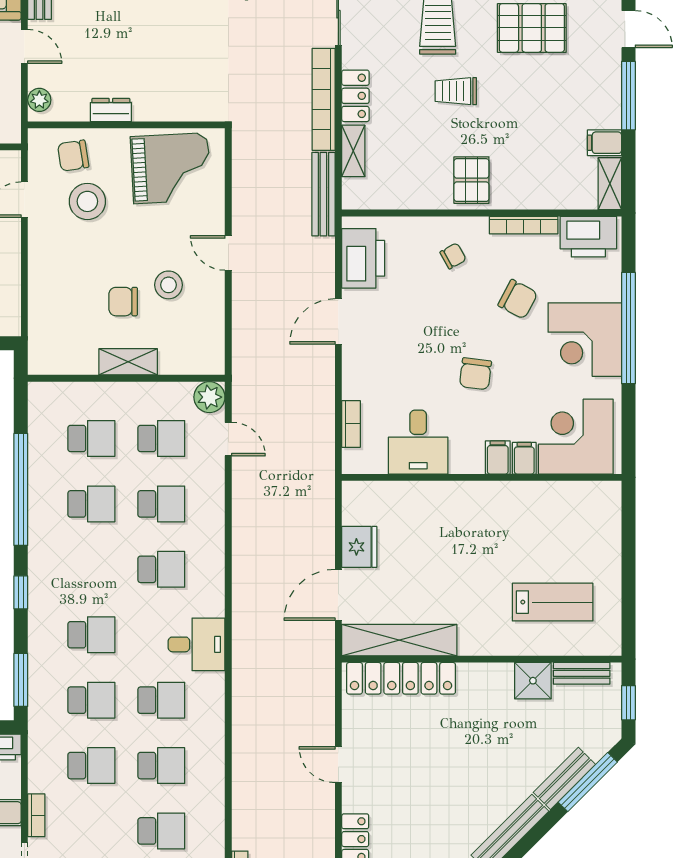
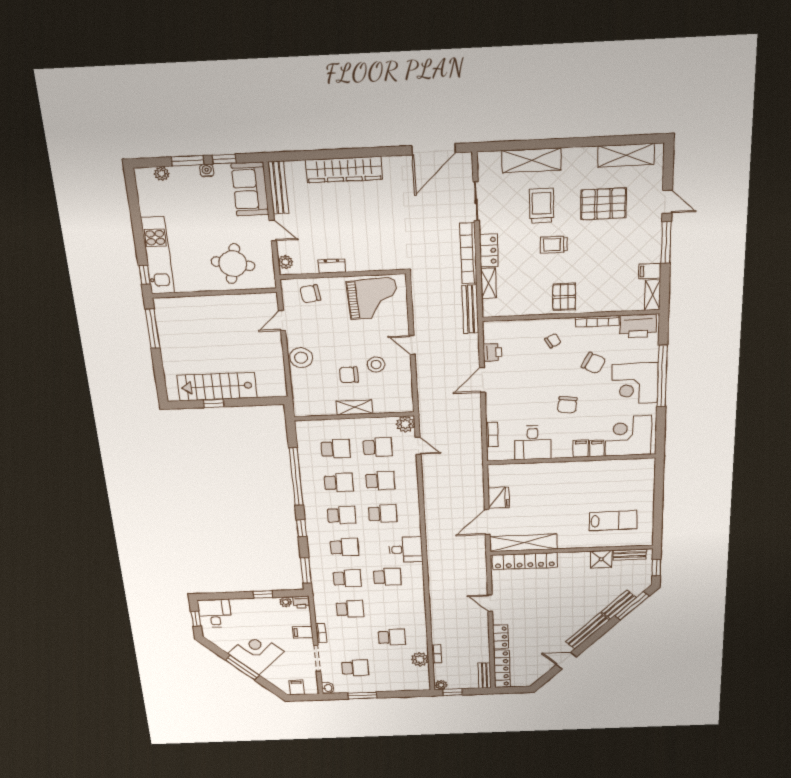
stool: (87, 201) -> (301, 358), moved
printer: (363, 258) -> (492, 352), width x0.53, depth x0.68
school desk: (161, 766) -> (342, 515), moved

